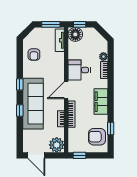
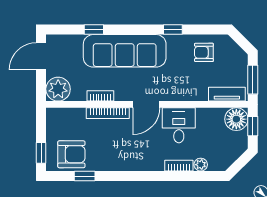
window: (20, 84) -> (173, 30), moved
door: (66, 90) -> (146, 104), swing flipped
filing cabinet: (101, 102) -> (128, 160), removed
window: (20, 111) -> (94, 30), moved
armchair: (97, 137) -> (71, 154), turned 90
window: (79, 155) -> (41, 153), moved

